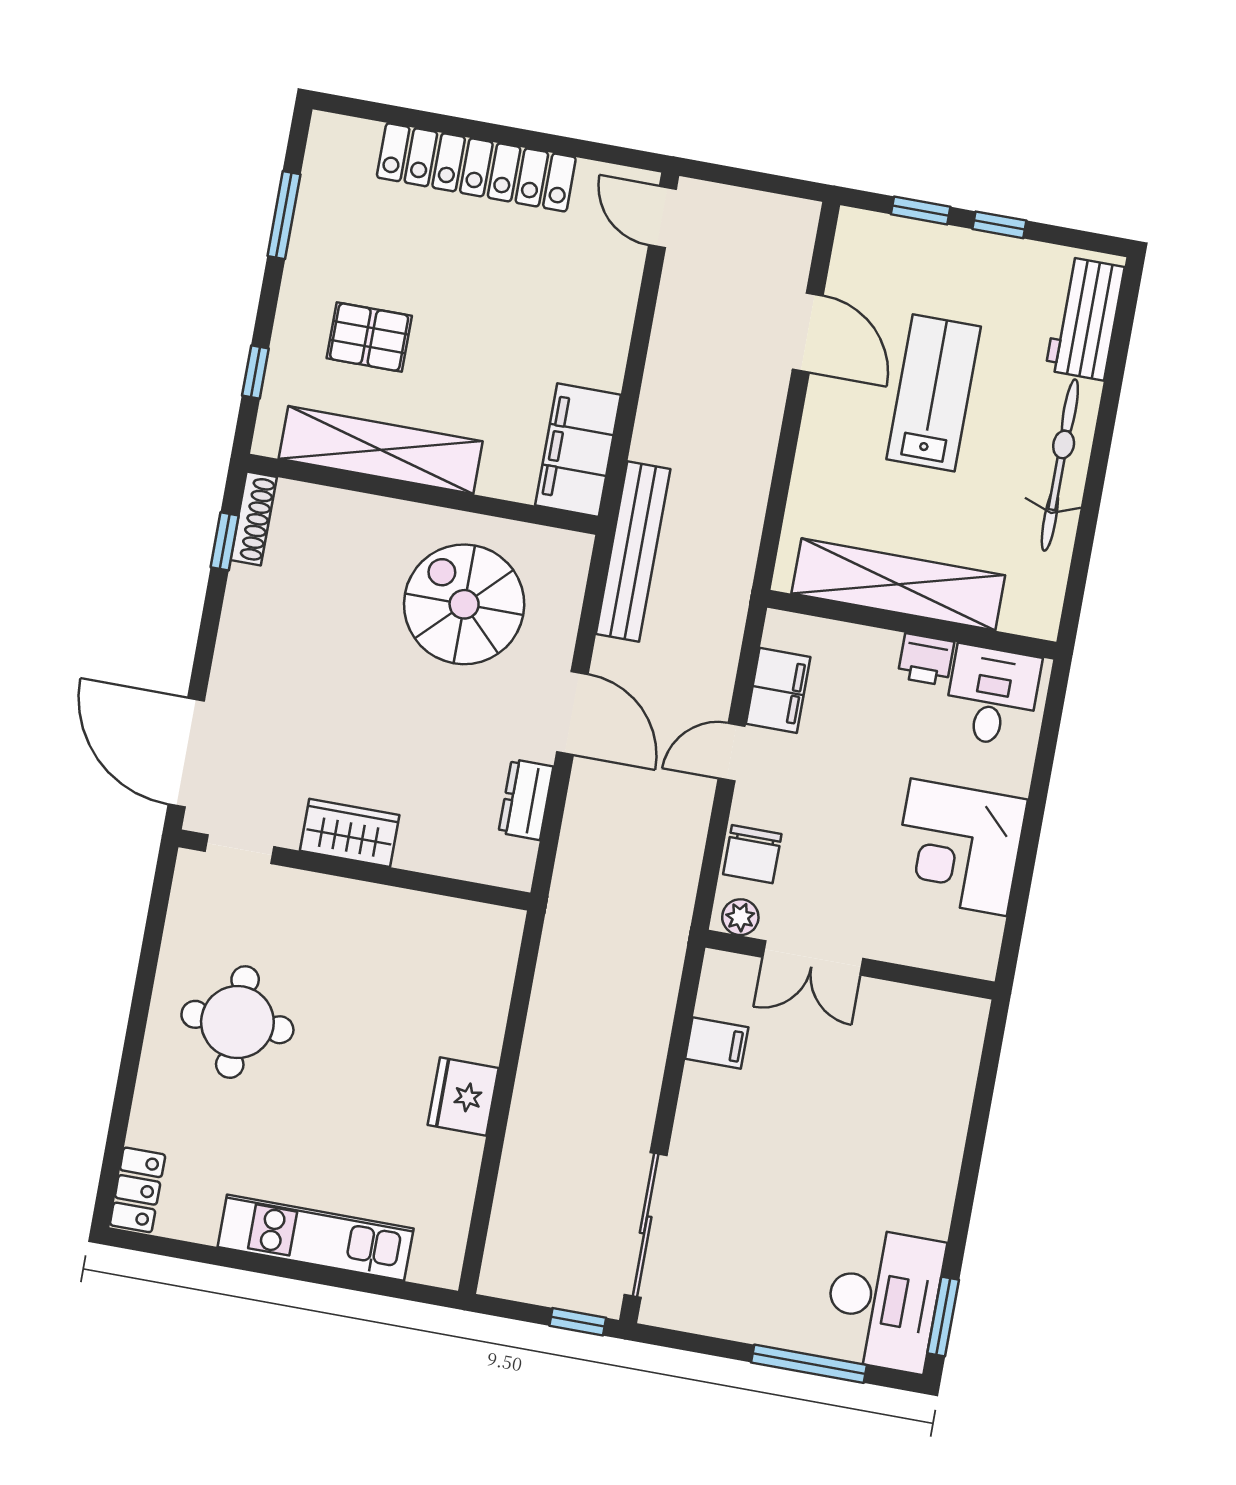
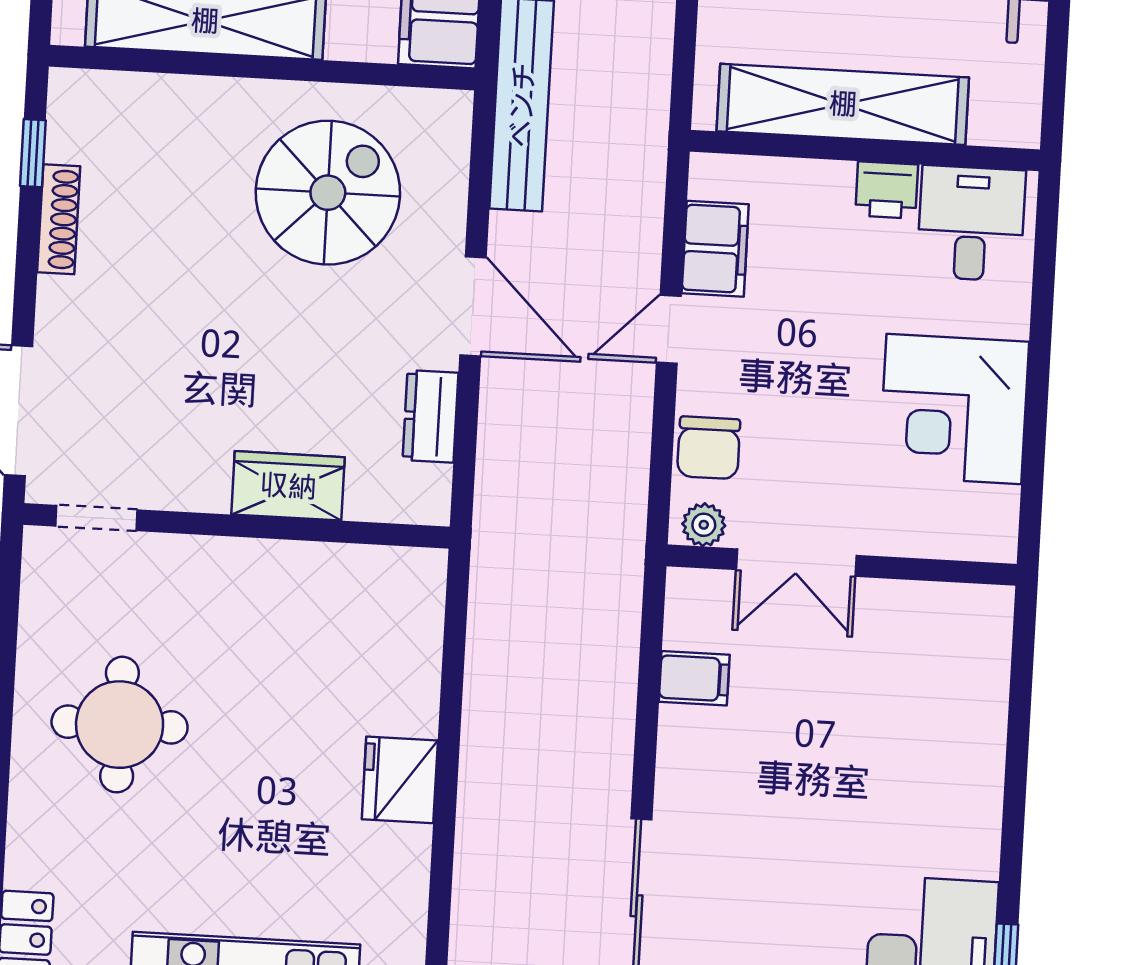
shoe rack: (254, 519) -> (59, 219), moved
spiral stairs: (464, 604) -> (328, 193), turned 90
wardrobe: (350, 833) -> (288, 486), moved

